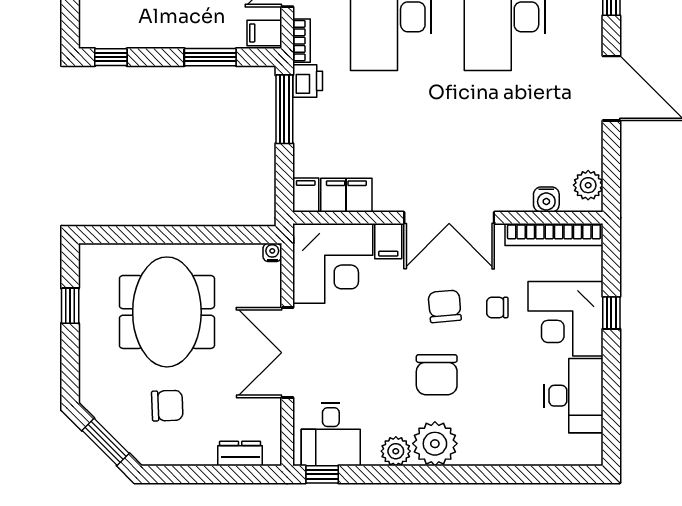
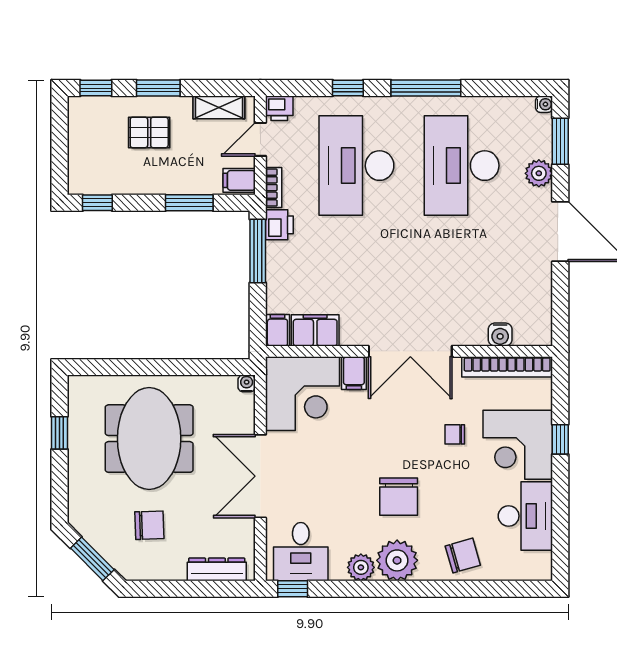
plant: (588, 185) -> (539, 173), moved
chair: (445, 306) -> (463, 556), moved, turned 79
dresser: (240, 453) -> (217, 569), width x1.44

